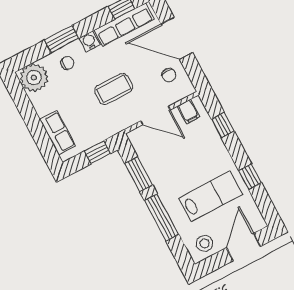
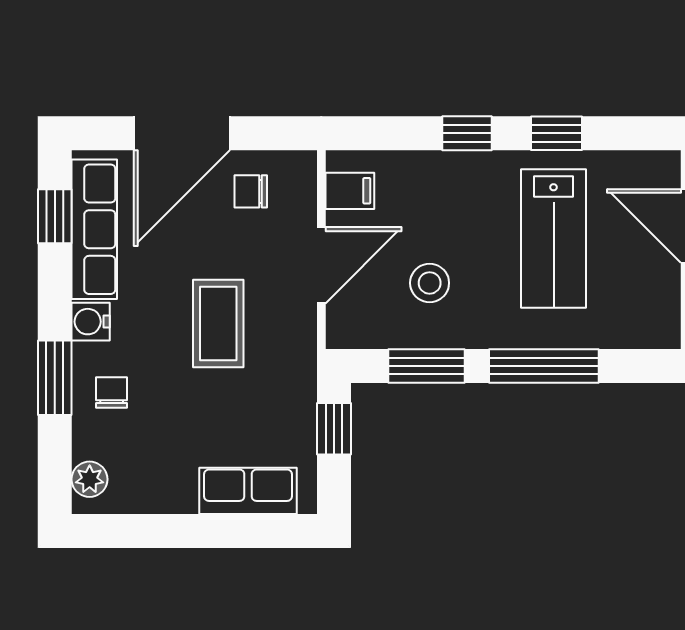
chair: (169, 75) -> (251, 191), turned 180
plant: (34, 78) -> (90, 479), width x0.53, depth x0.53
window: (223, 125) -> (467, 133), moved
lab bench: (211, 196) -> (554, 239), turned 180
stool: (205, 243) -> (430, 283), moved

